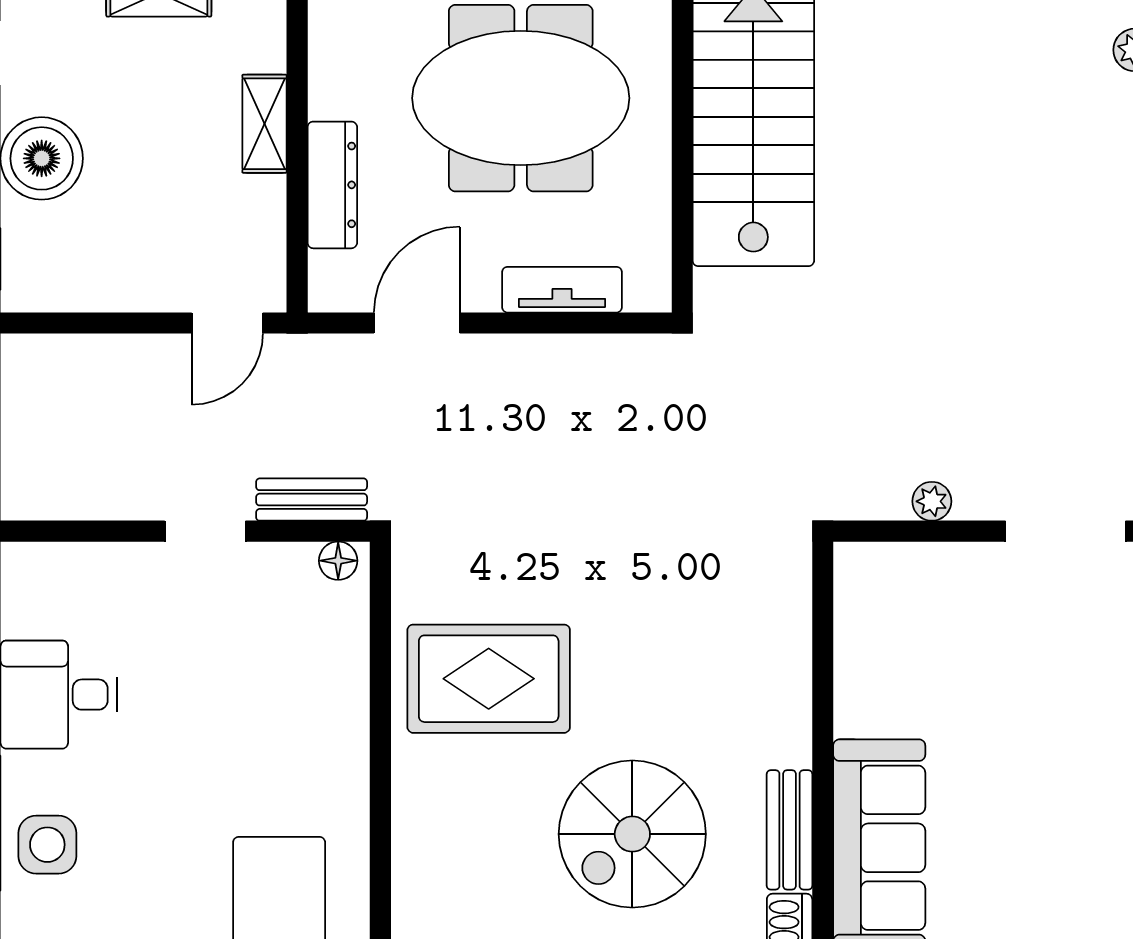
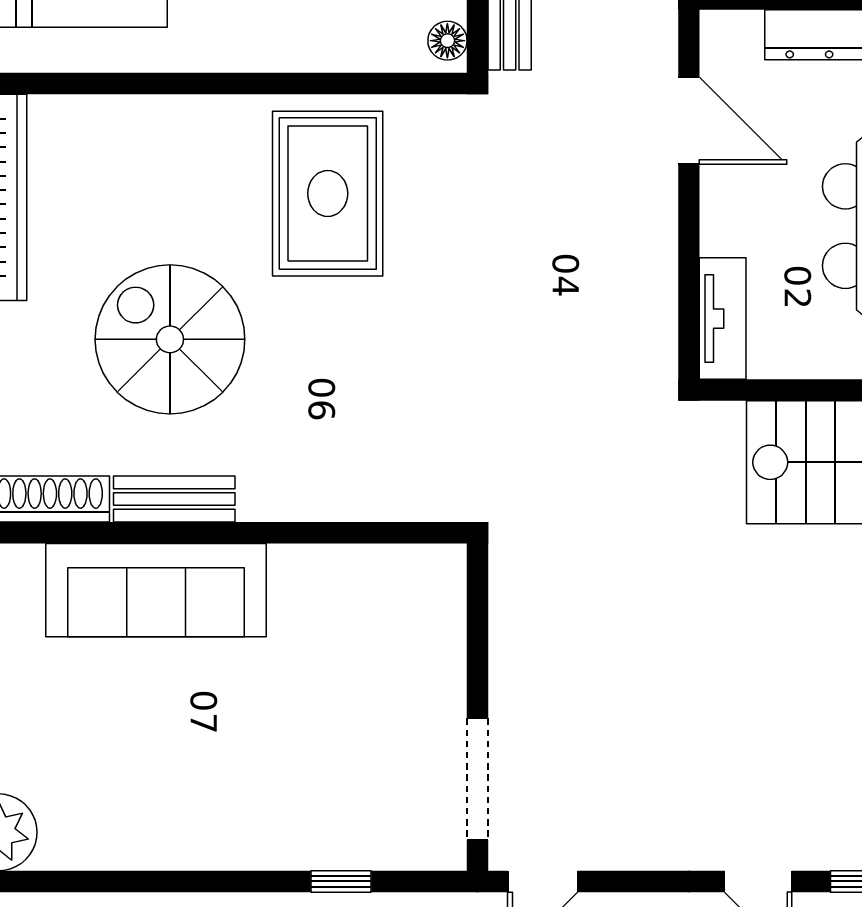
tv unit: (562, 290) -> (723, 319), moved
plant: (932, 501) -> (508, 644), removed

